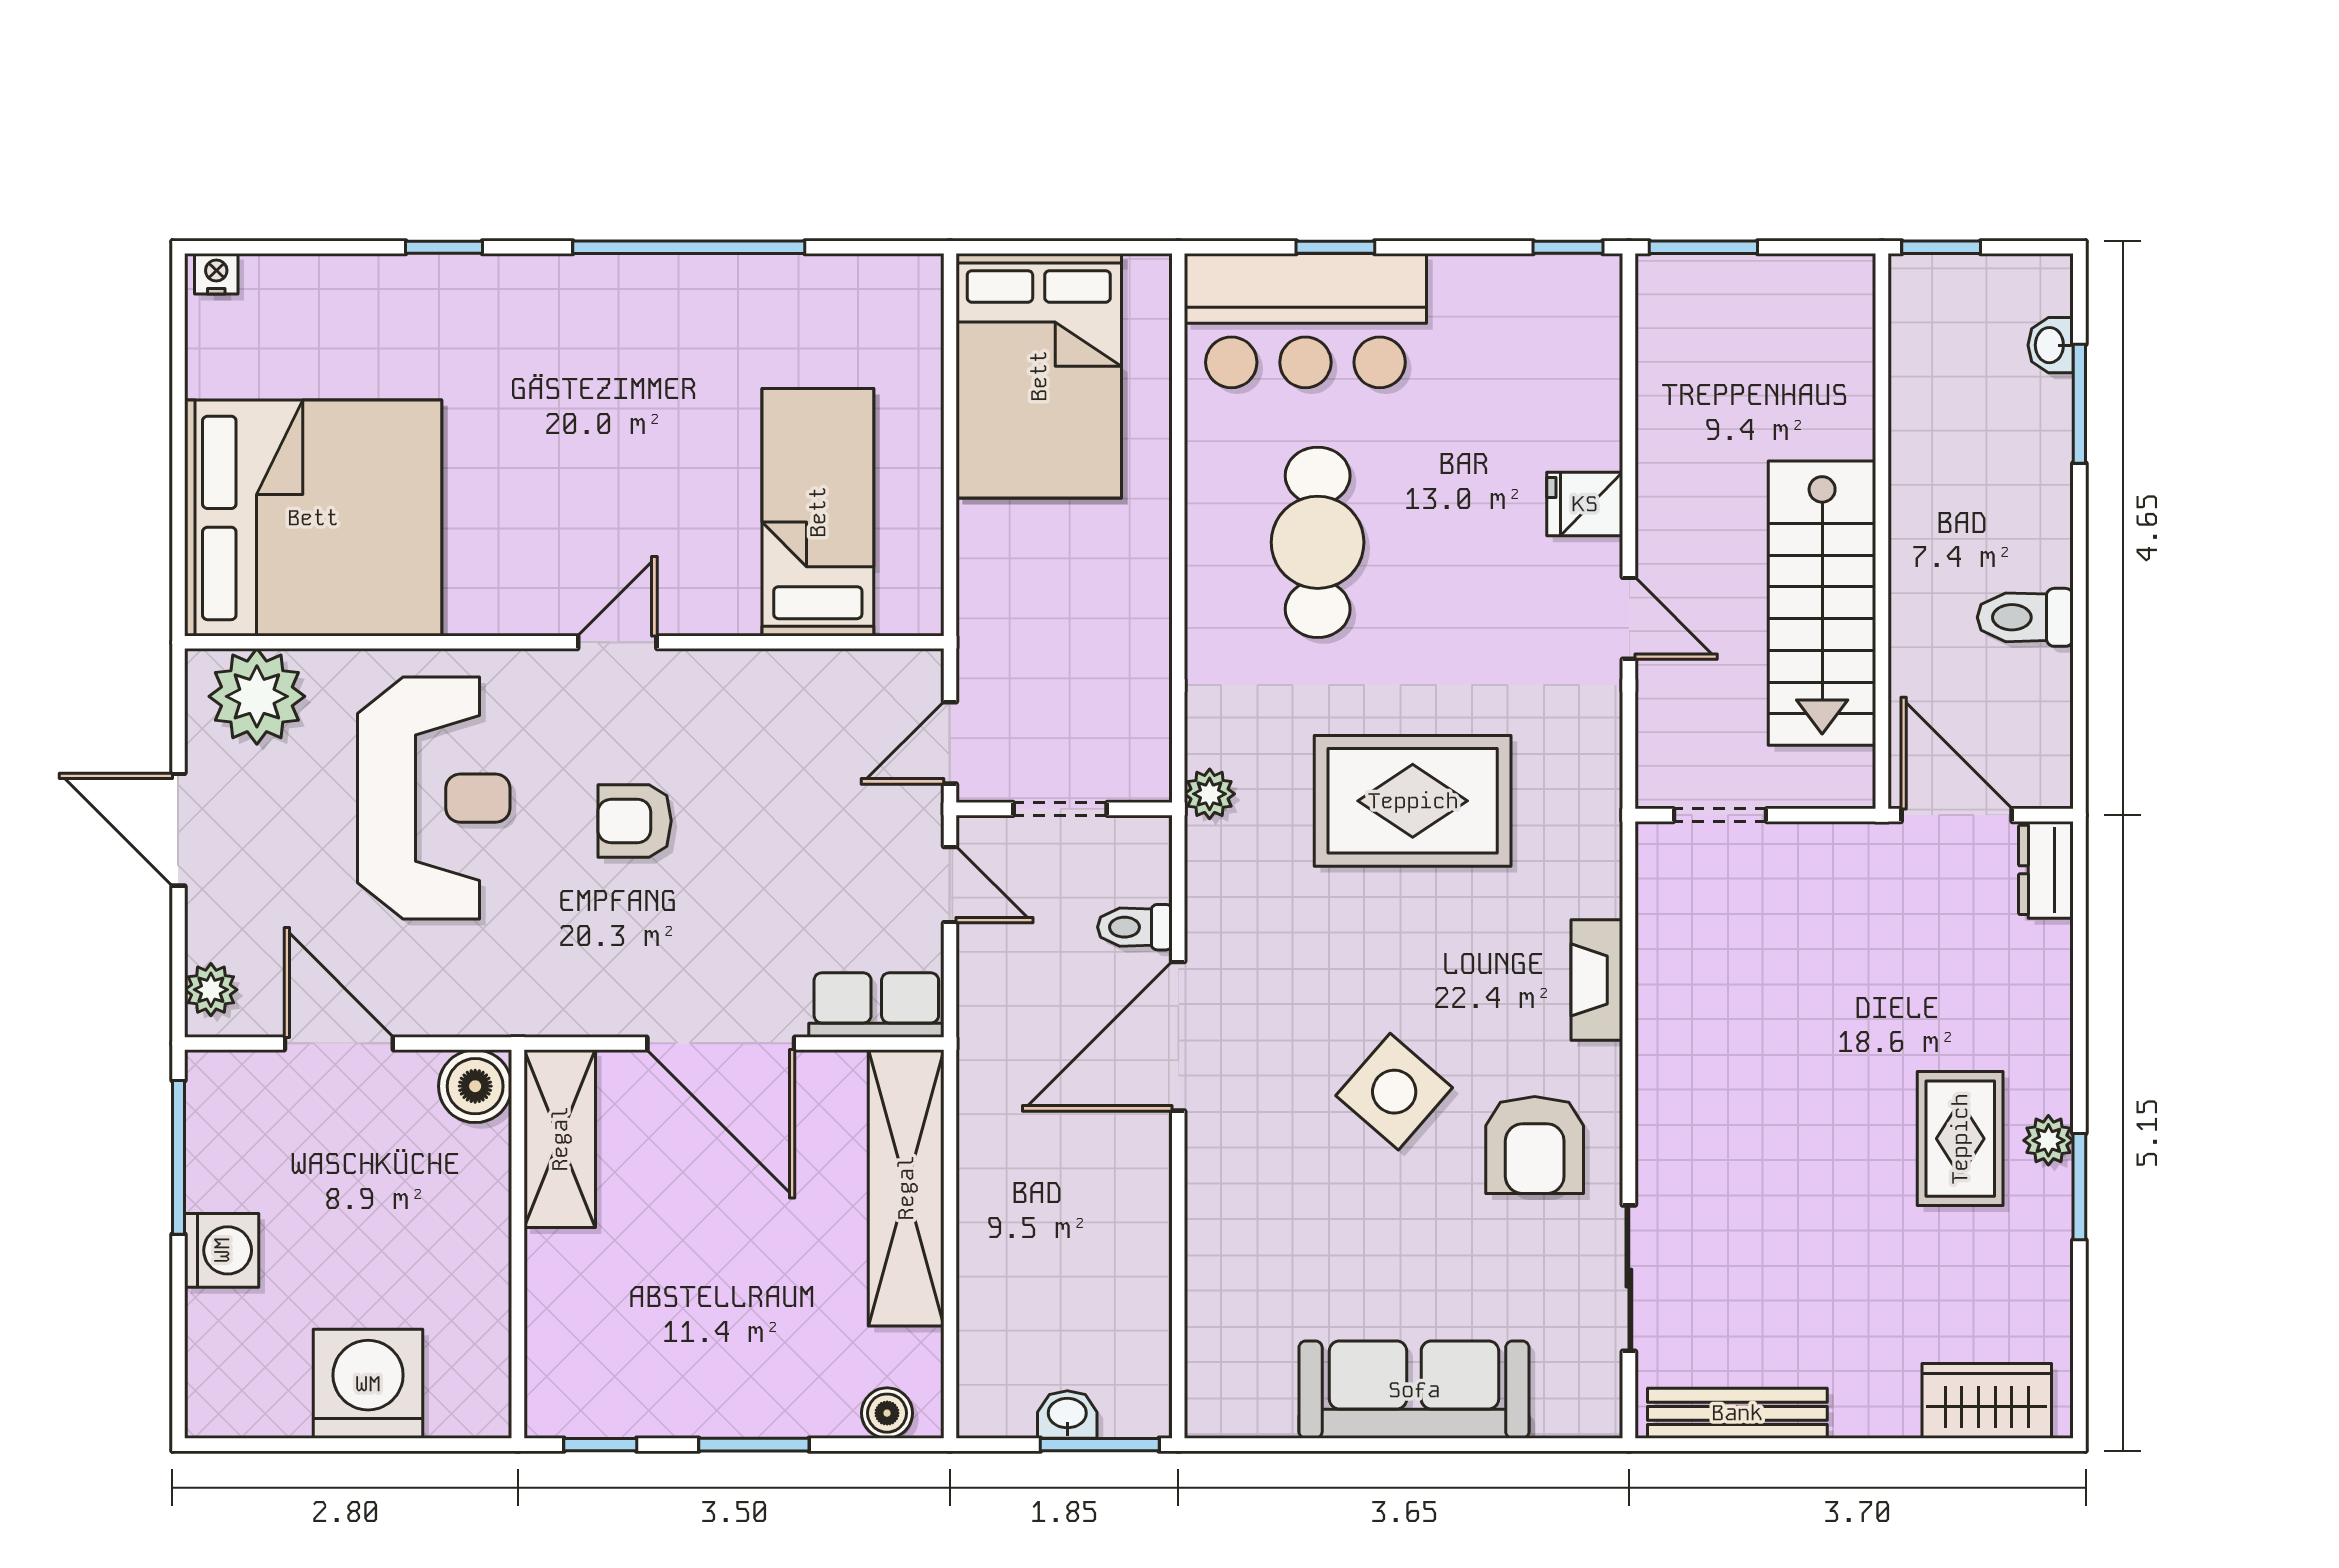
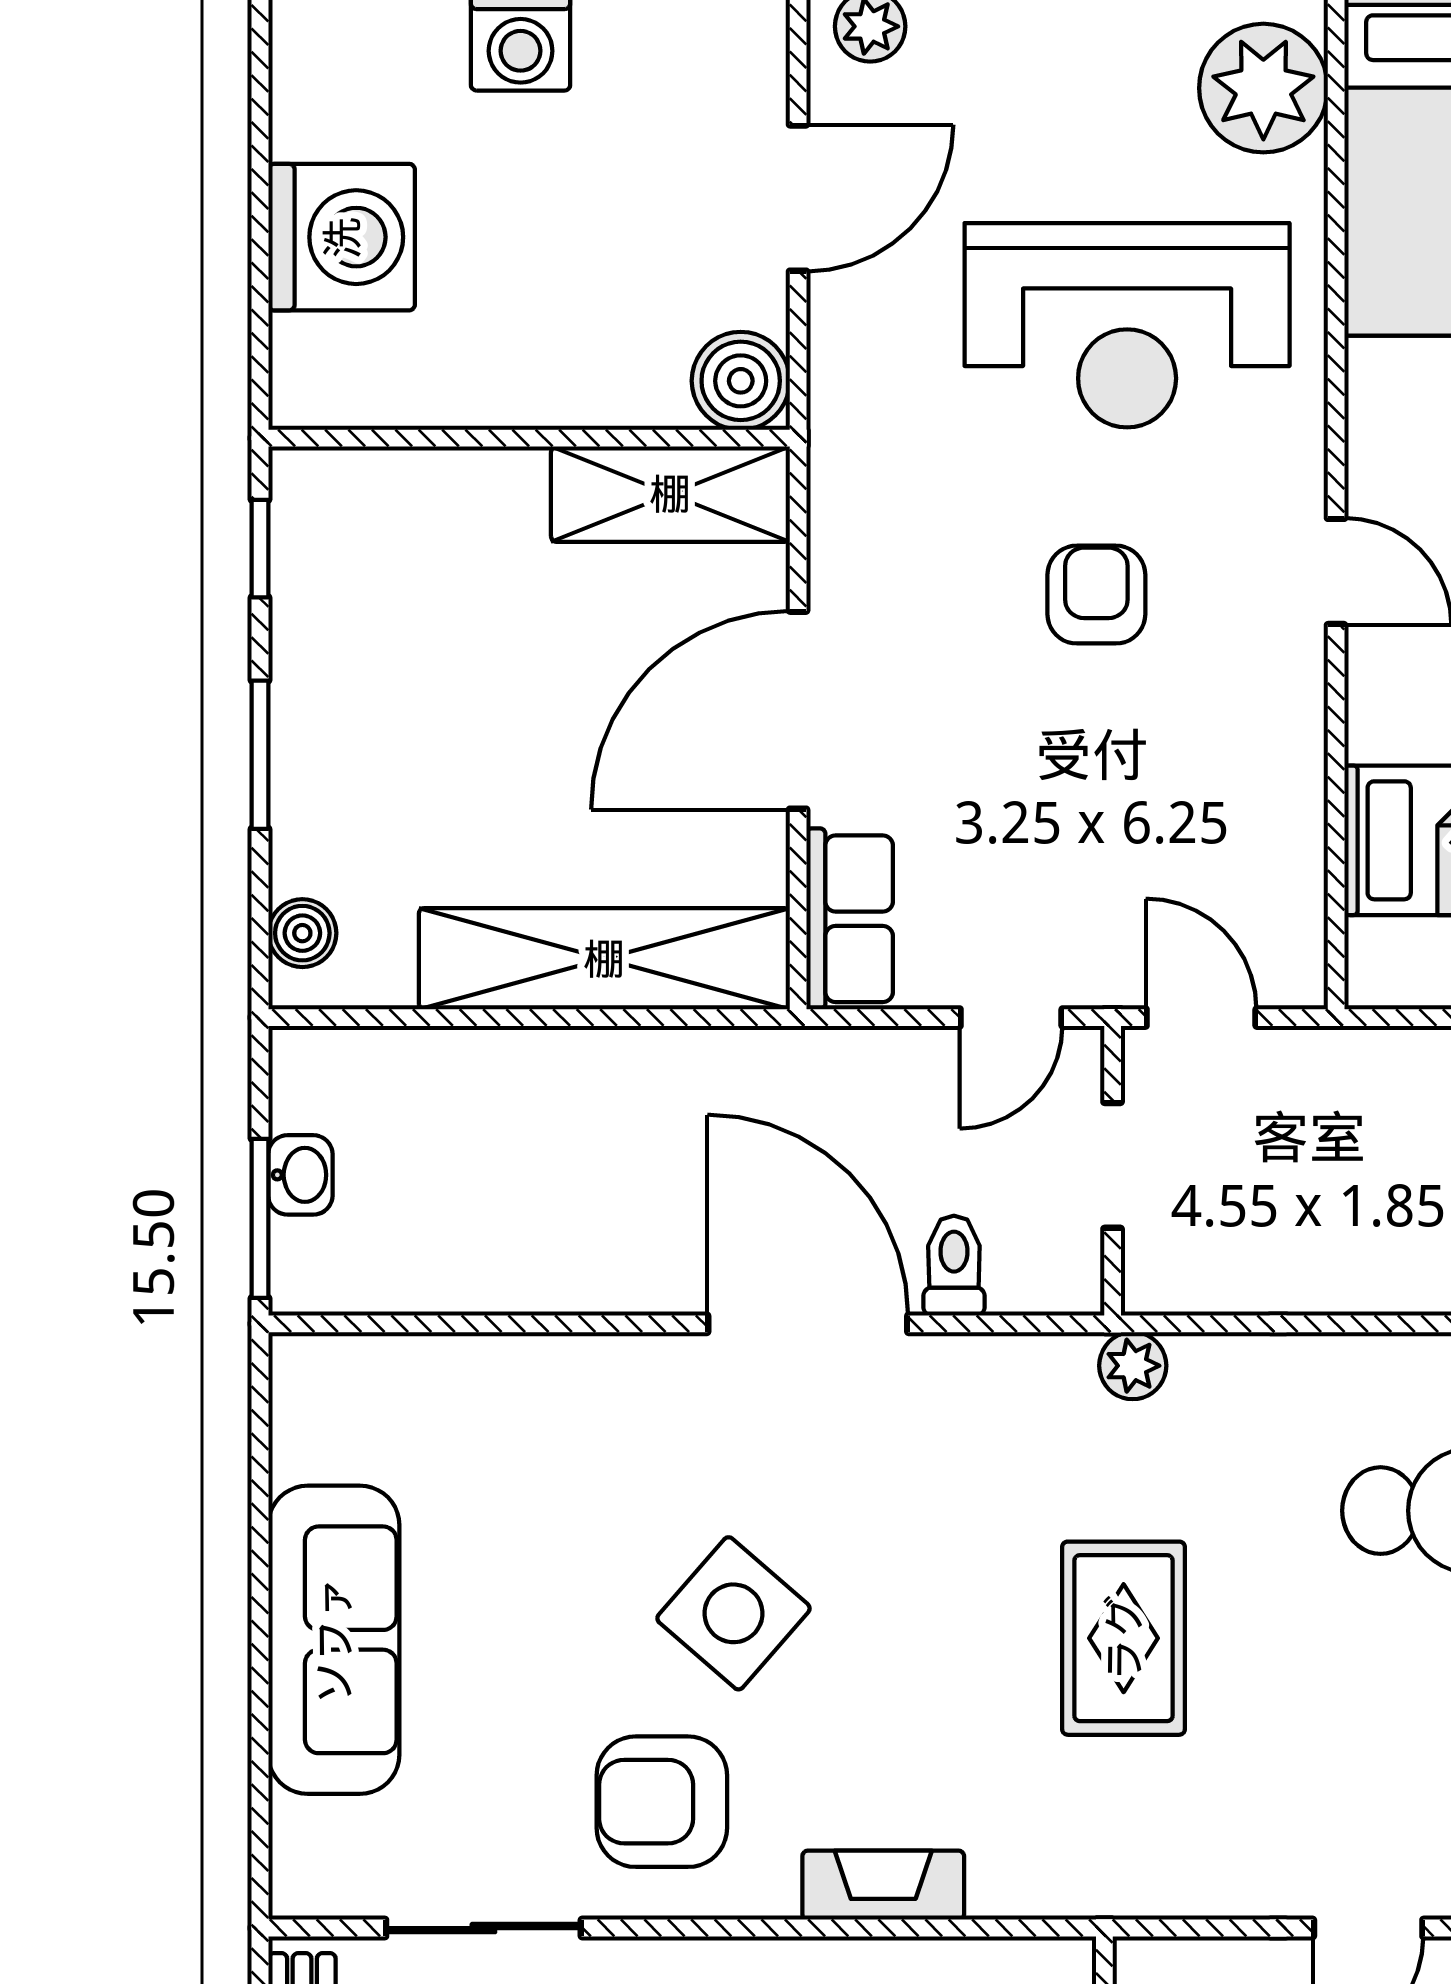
rug: (1413, 801) -> (1124, 1638), width x0.73, depth x0.70

